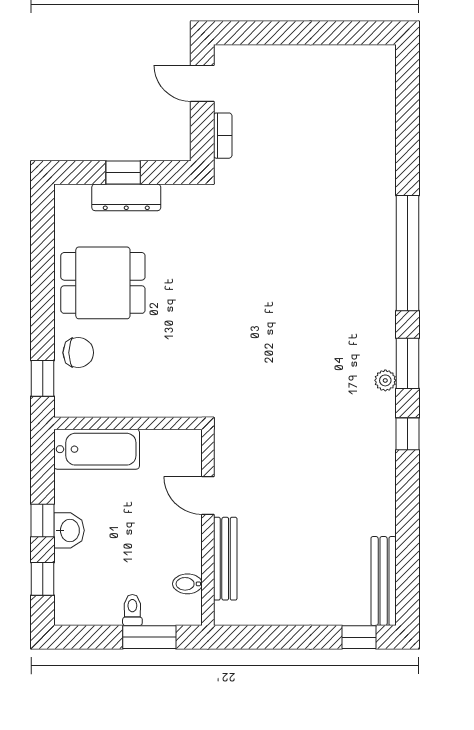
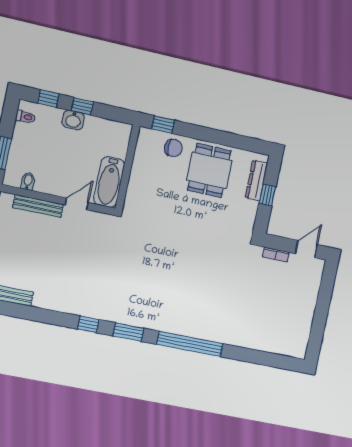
dresser: (126, 197) -> (256, 180), moved
chair: (78, 353) -> (173, 148), turned -90
plant: (385, 380) -> (121, 318), removed
bathtub: (97, 449) -> (109, 182), moved
toilet: (132, 610) -> (25, 117), moved

